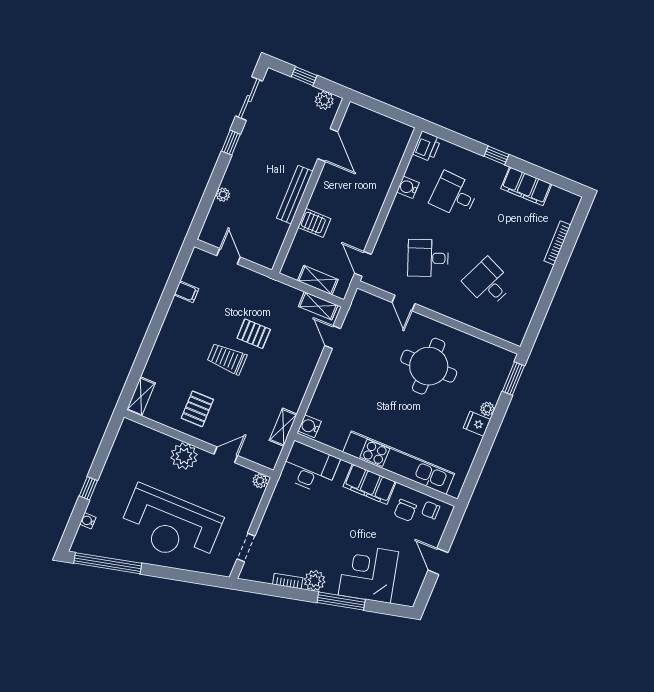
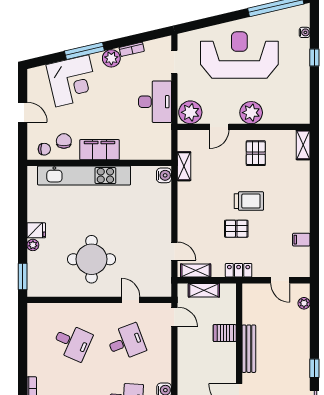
plant: (223, 195) -> (304, 303), moved
locker: (270, 286) -> (239, 270), added
desk: (310, 468) -> (155, 102), moved, turned -90
plant: (260, 481) -> (190, 112), width x1.88, depth x1.88

